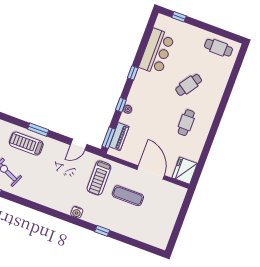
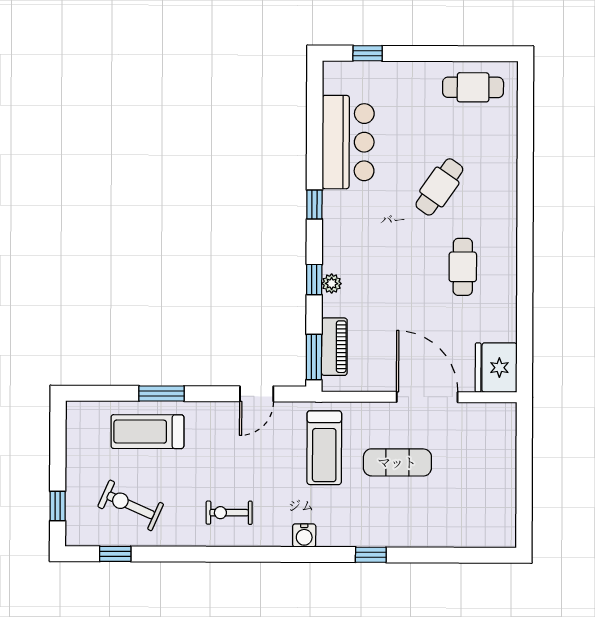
exercise bike: (48, 191) -> (229, 513), added

